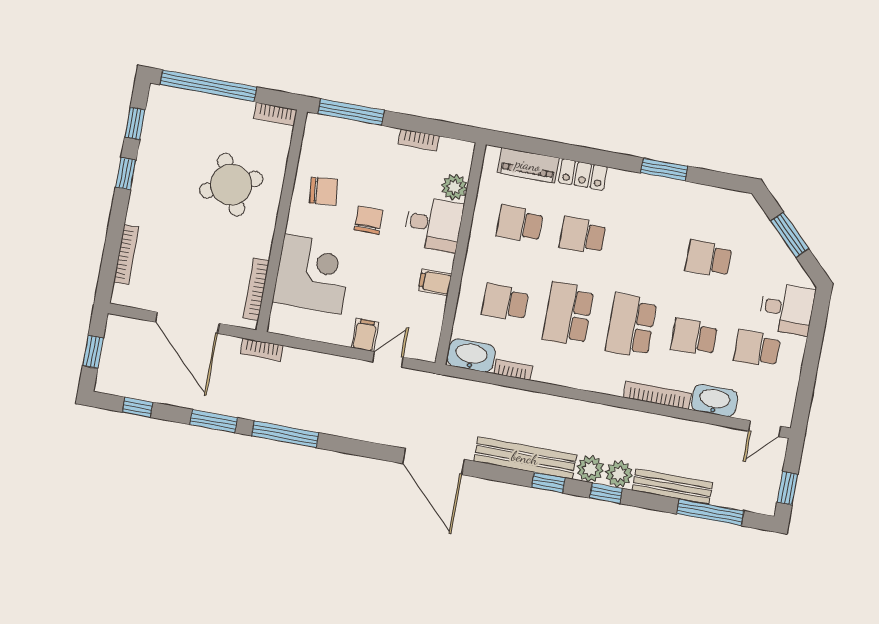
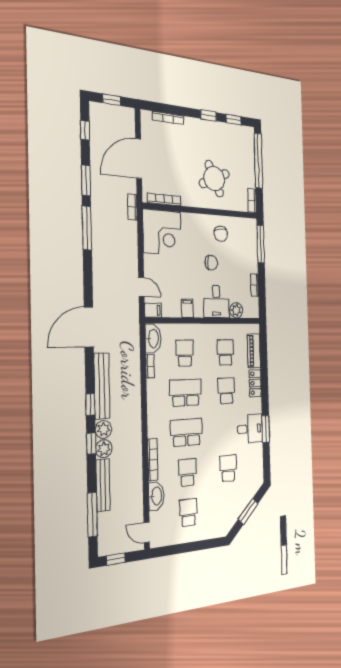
corner desk: (313, 274) -> (162, 232), moved
desk: (787, 309) -> (250, 429), moved, turned -90
filing cabinet: (365, 335) -> (153, 310), moved

